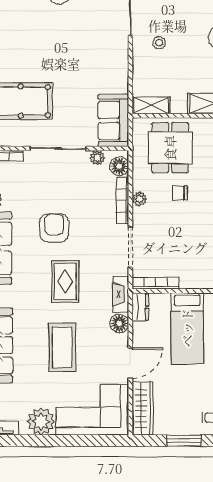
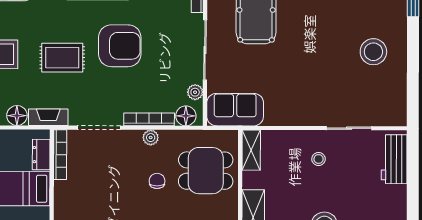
armchair: (54, 228) -> (120, 46), width x1.36, depth x1.36
dresser: (140, 307) -> (41, 155), moved, turned 90

